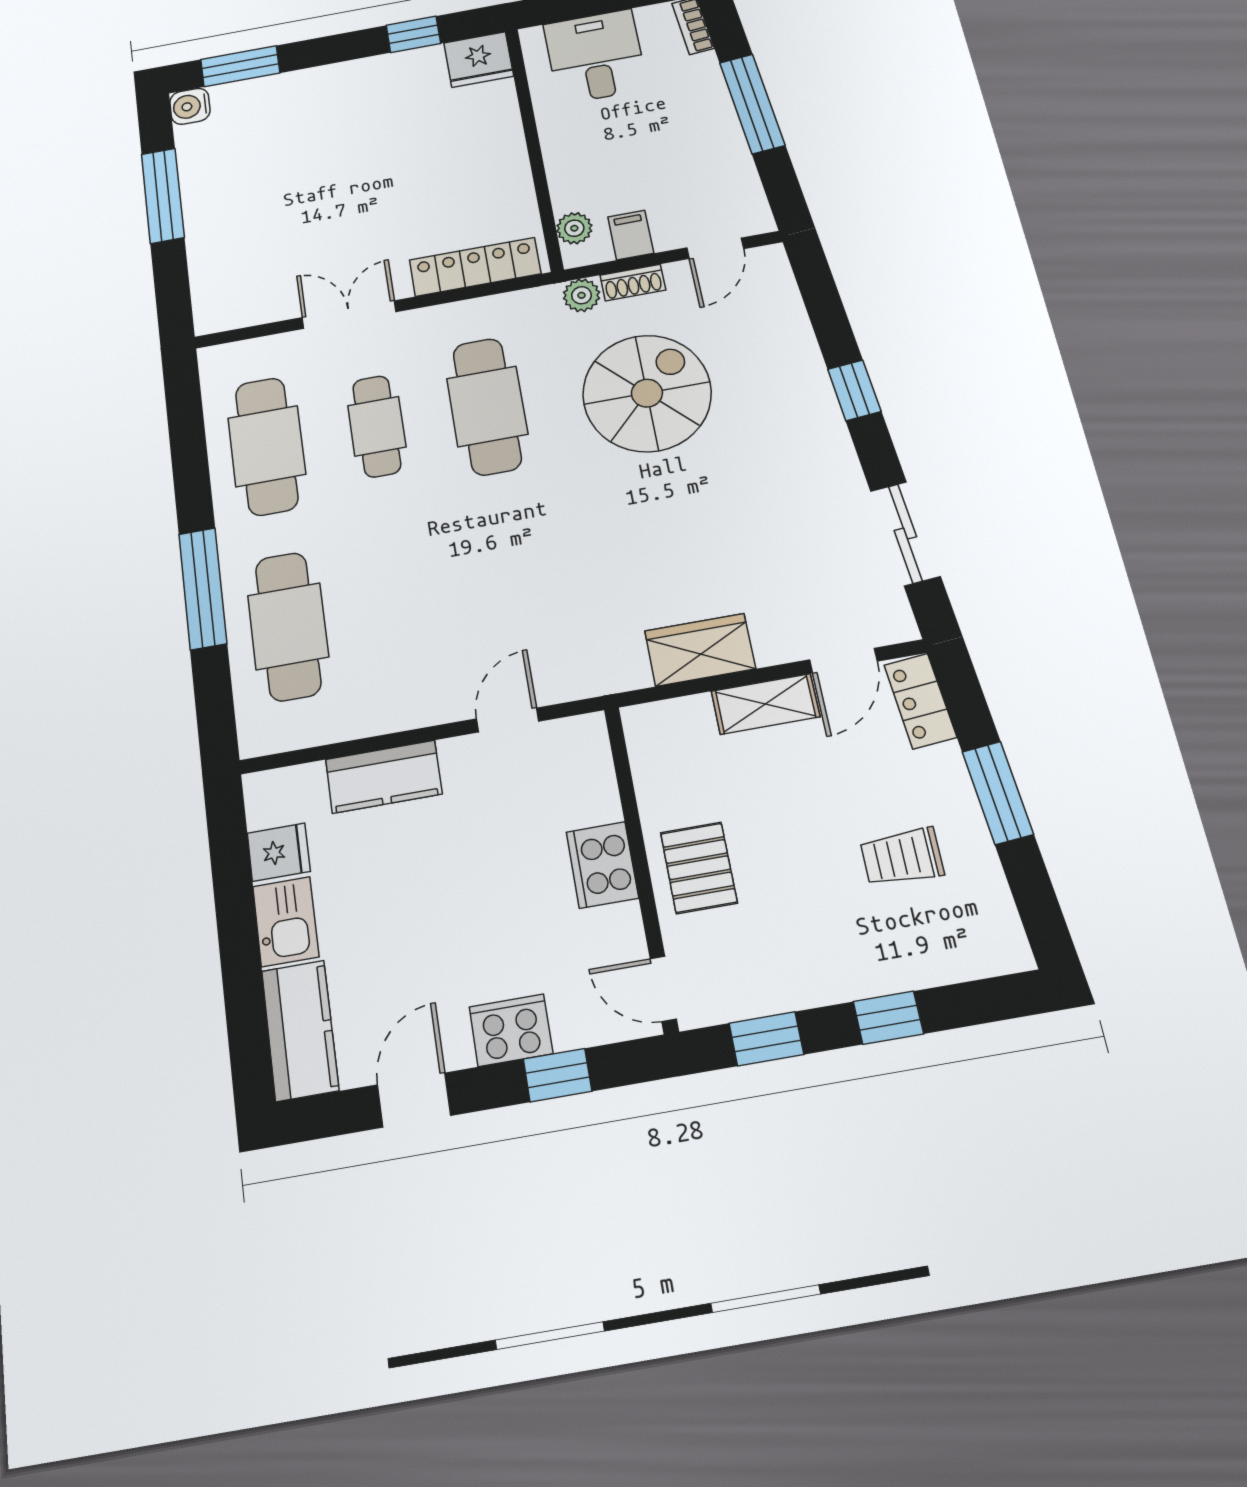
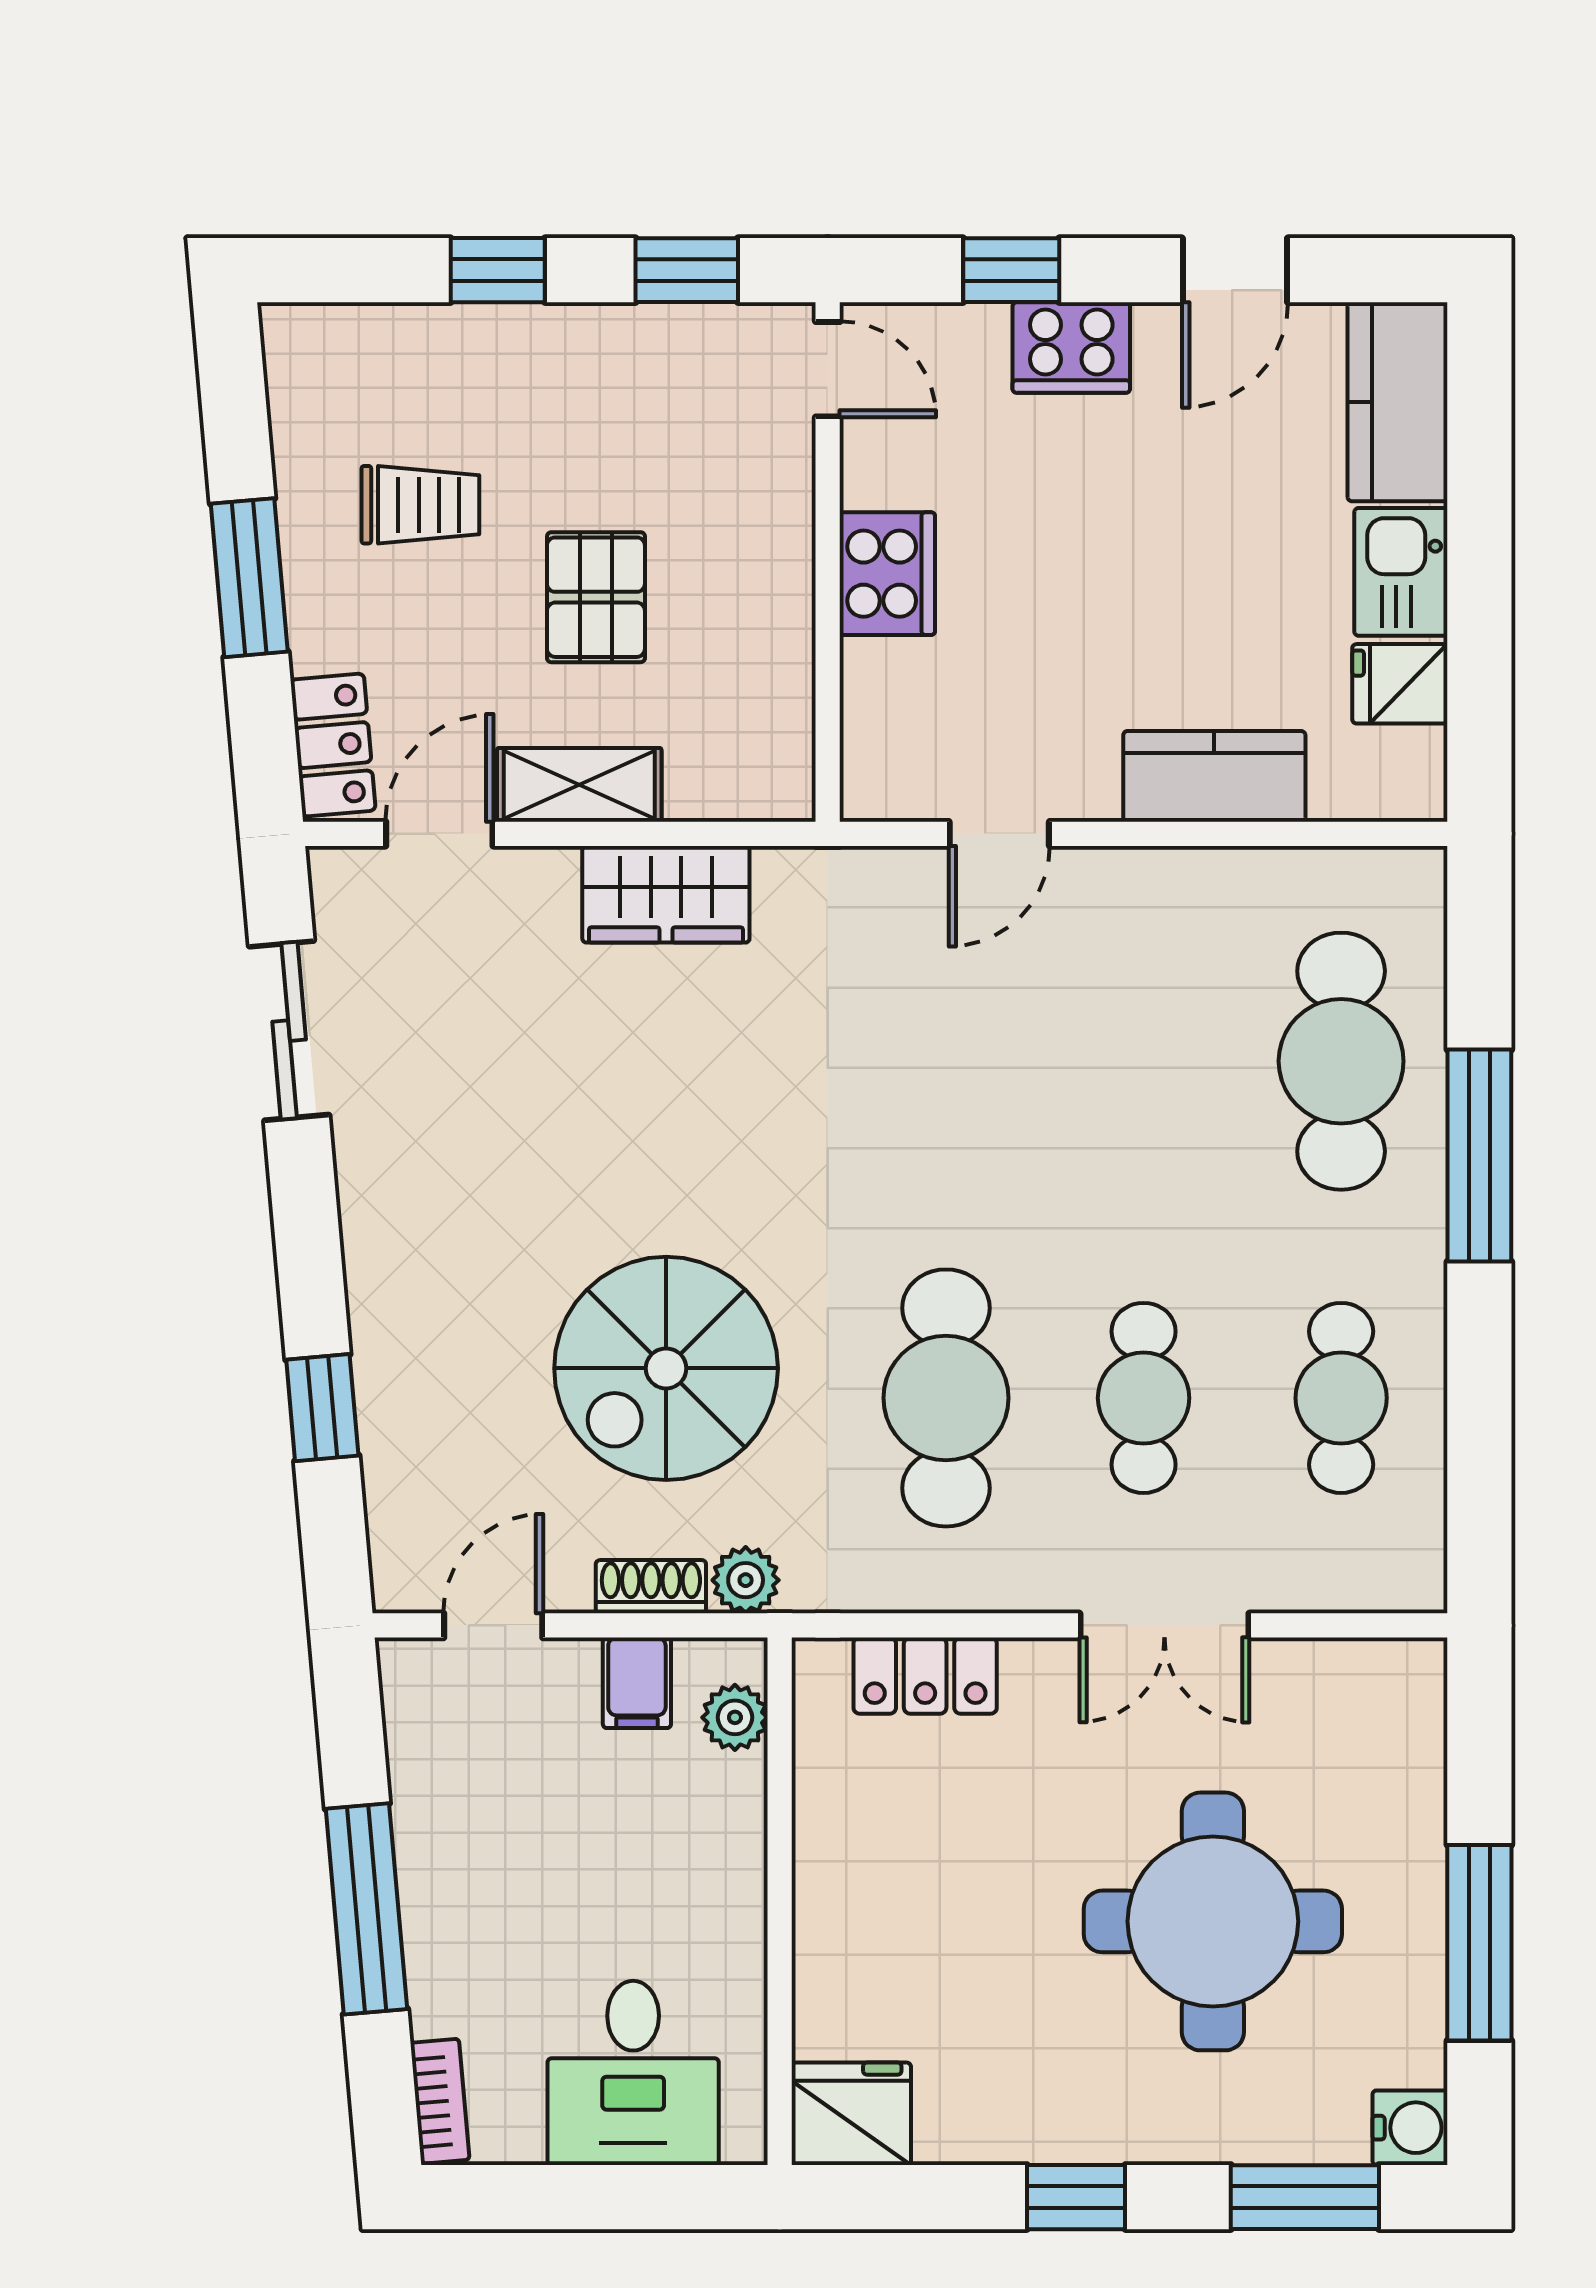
window: (413, 34) -> (1076, 2197), moved
round table: (304, 180) -> (1213, 1921), added
locker: (475, 267) -> (925, 1676), width x0.66
window: (854, 390) -> (322, 1408), moved
cafe table: (267, 446) -> (1341, 1398), width x0.73, depth x0.74
pallet: (699, 868) -> (596, 597), moved

